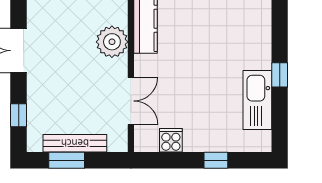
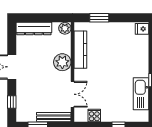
bench: (75, 143) -> (54, 117), moved

